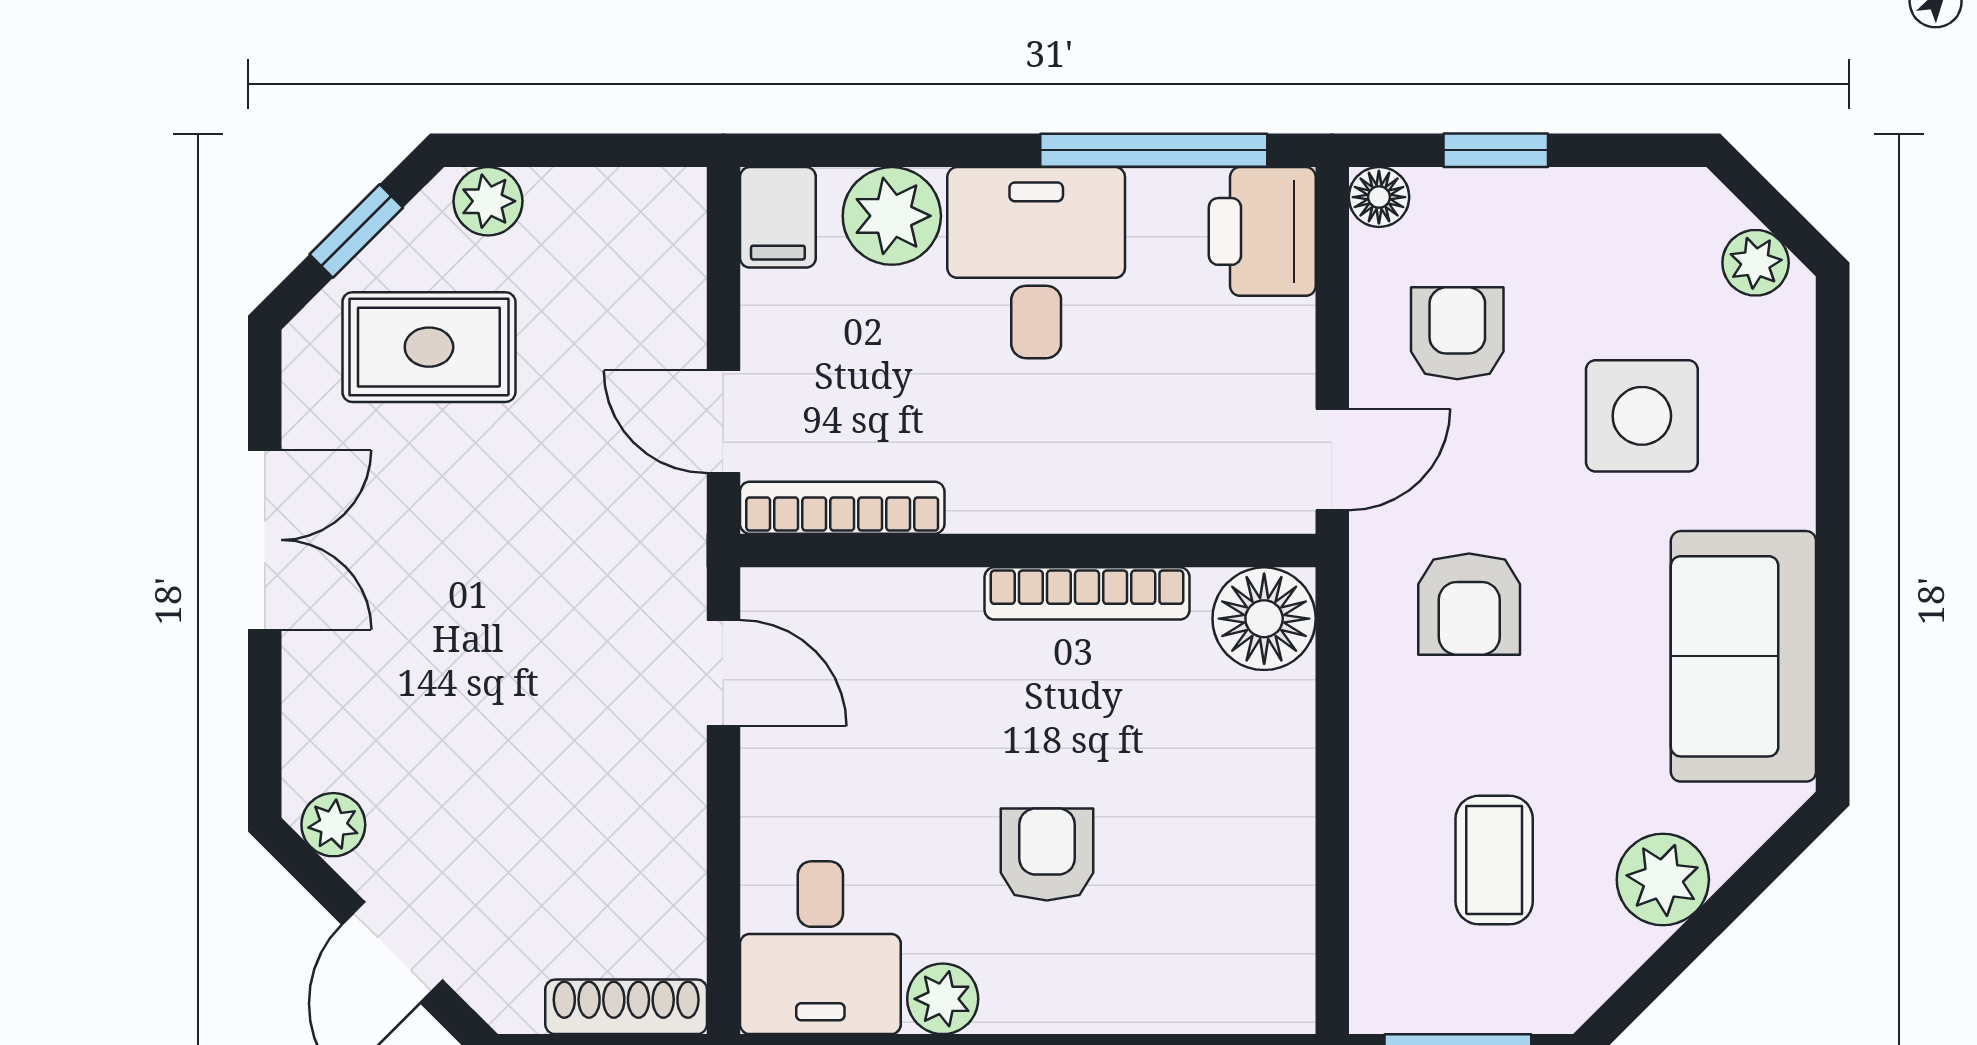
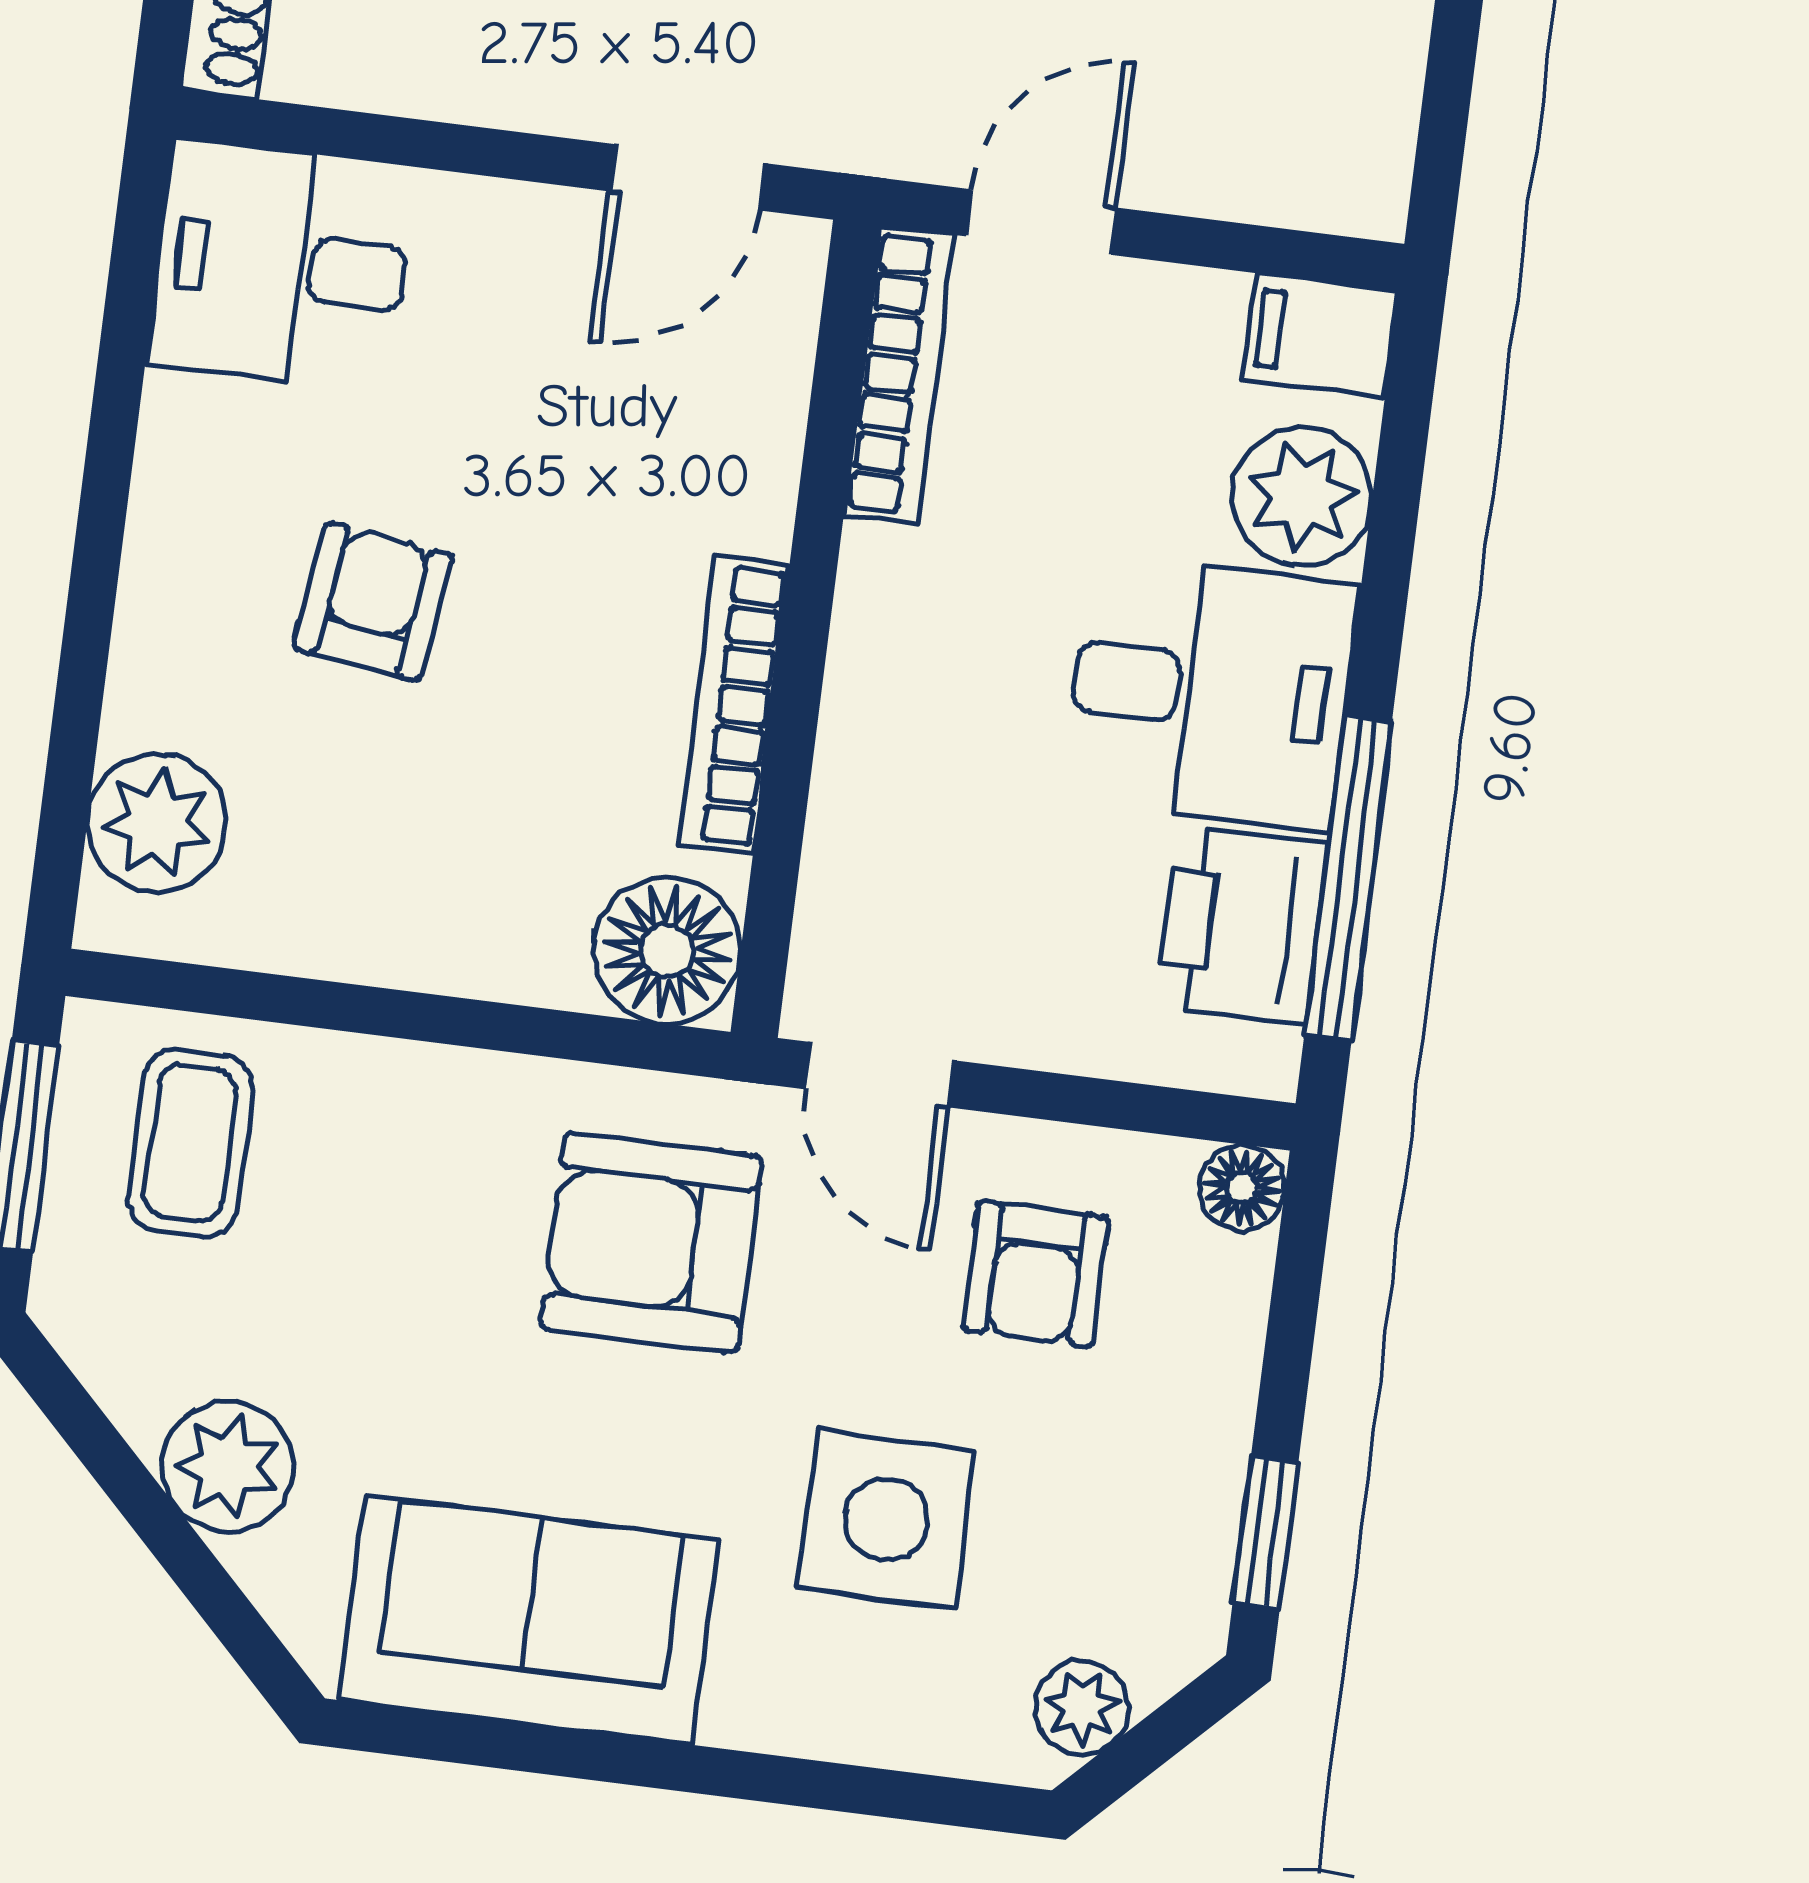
window: (1496, 150) -> (1265, 1532), moved
printer: (1262, 231) -> (1242, 925), moved, turned -90
armchair: (1457, 333) -> (1036, 1274), turned 90
armchair: (1469, 604) -> (651, 1242), width x1.38, depth x1.38
armchair: (1047, 854) -> (373, 602), turned -82
coffee table: (1494, 860) -> (190, 1143), moved, turned 90
plant: (943, 999) -> (157, 823), moved, width x1.38, depth x1.38

